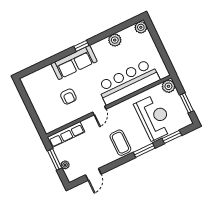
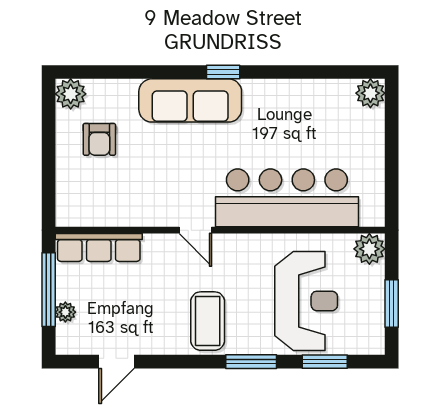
plant: (115, 40) -> (71, 94), moved
armchair: (68, 97) -> (99, 139), moved
door: (99, 111) -> (195, 230), hinge flipped
window: (55, 159) -> (49, 290), width x1.44

